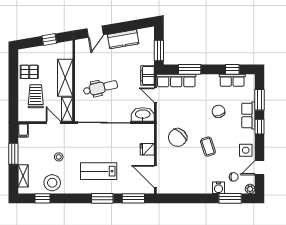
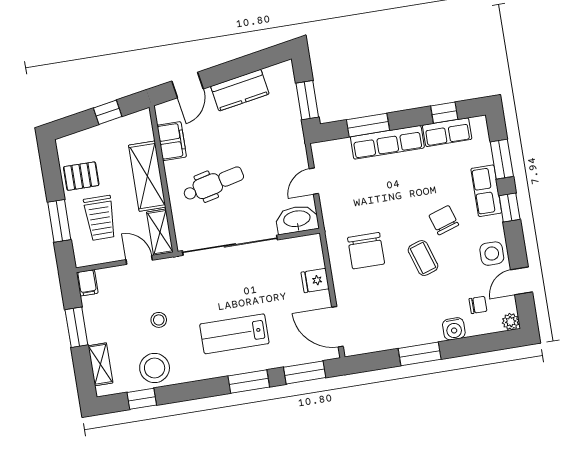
filing cabinet: (148, 75) -> (172, 141), moved, turned 180
row of seats: (176, 80) -> (387, 142), moved
window: (13, 94) -> (59, 221), added
door: (155, 95) -> (314, 181), hinge flipped
trolley: (36, 96) -> (100, 218), turned 180
chair: (219, 111) -> (444, 220), moved
chair: (178, 138) -> (366, 251), turned -42
window: (230, 198) -> (420, 354), moved

